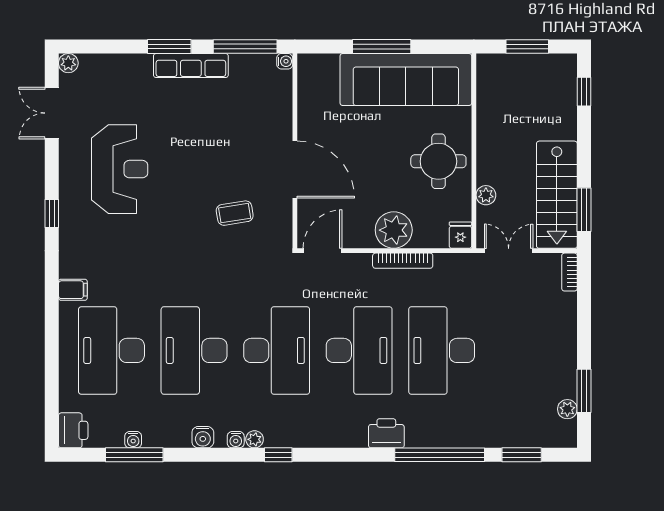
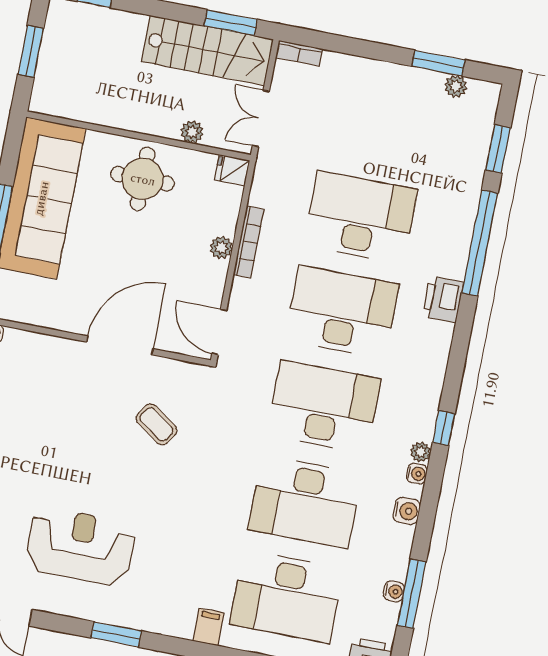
window: (52, 213) -> (116, 634), width x1.50
coffee table: (235, 213) -> (156, 424), turned -46
plant: (394, 230) -> (221, 247), width x0.53, depth x0.53
desk: (442, 350) -> (360, 217), turned 180

